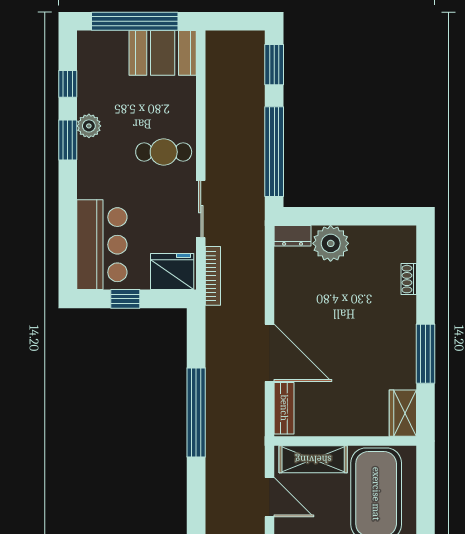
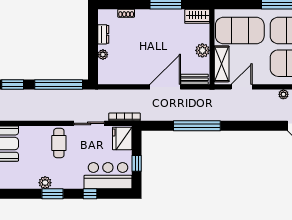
window: (68, 84) -> (90, 194), moved
dresser: (293, 236) -> (103, 34), moved
plant: (331, 243) -> (103, 55), width x0.53, depth x0.53
plant: (338, 423) -> (202, 50), added

